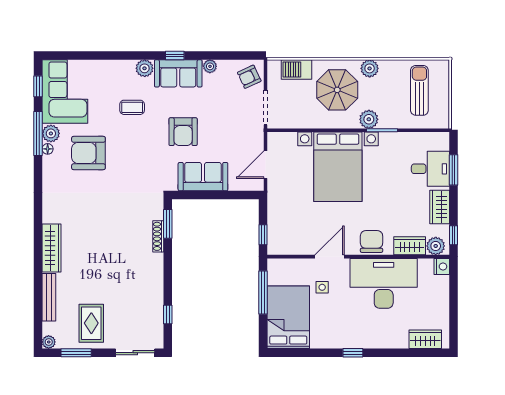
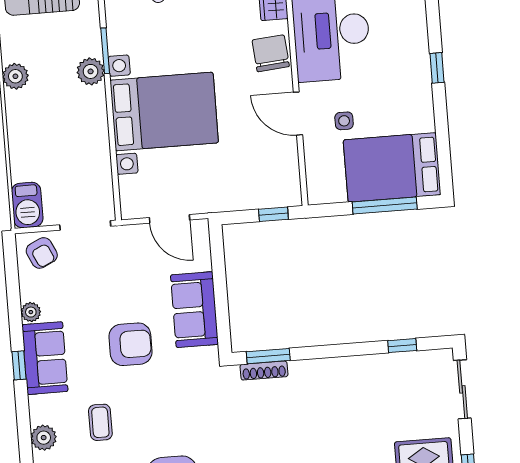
plant: (145, 68) -> (44, 438), moved
barbecue: (296, 70) -> (27, 205), moved
parasol: (337, 90) -> (51, 121), removed
shoe rack: (158, 236) -> (264, 371), moved
chair: (372, 241) -> (271, 53), turned 85
window: (263, 293) -> (385, 205), moved

